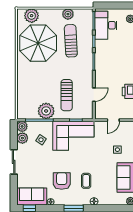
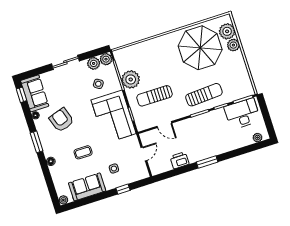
plant: (68, 14) -> (233, 45), moved
sun lounger: (71, 41) -> (204, 95), moved
door: (113, 120) -> (144, 154), swing flipped
armchair: (62, 181) -> (61, 120), turned -108
coffee table: (86, 181) -> (83, 152), moved

